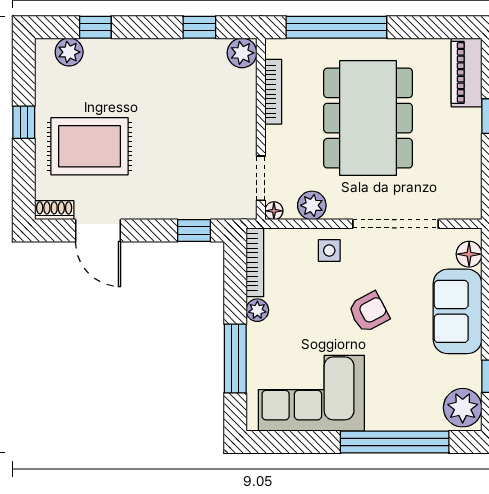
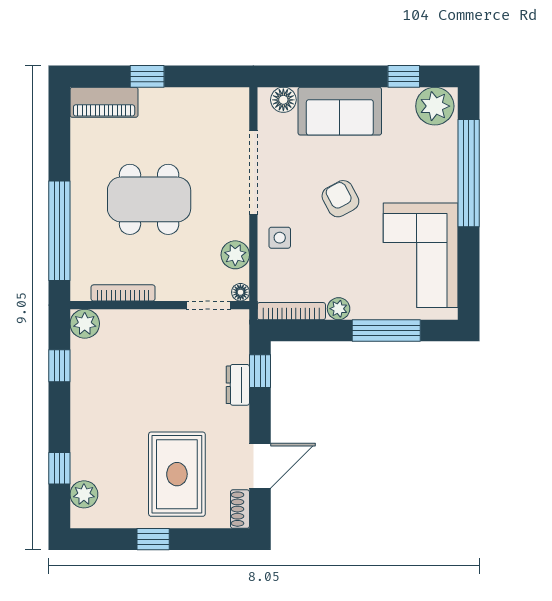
dining table: (368, 118) -> (149, 199), width x0.73, depth x0.80
dresser: (180, 208) -> (238, 385), added

